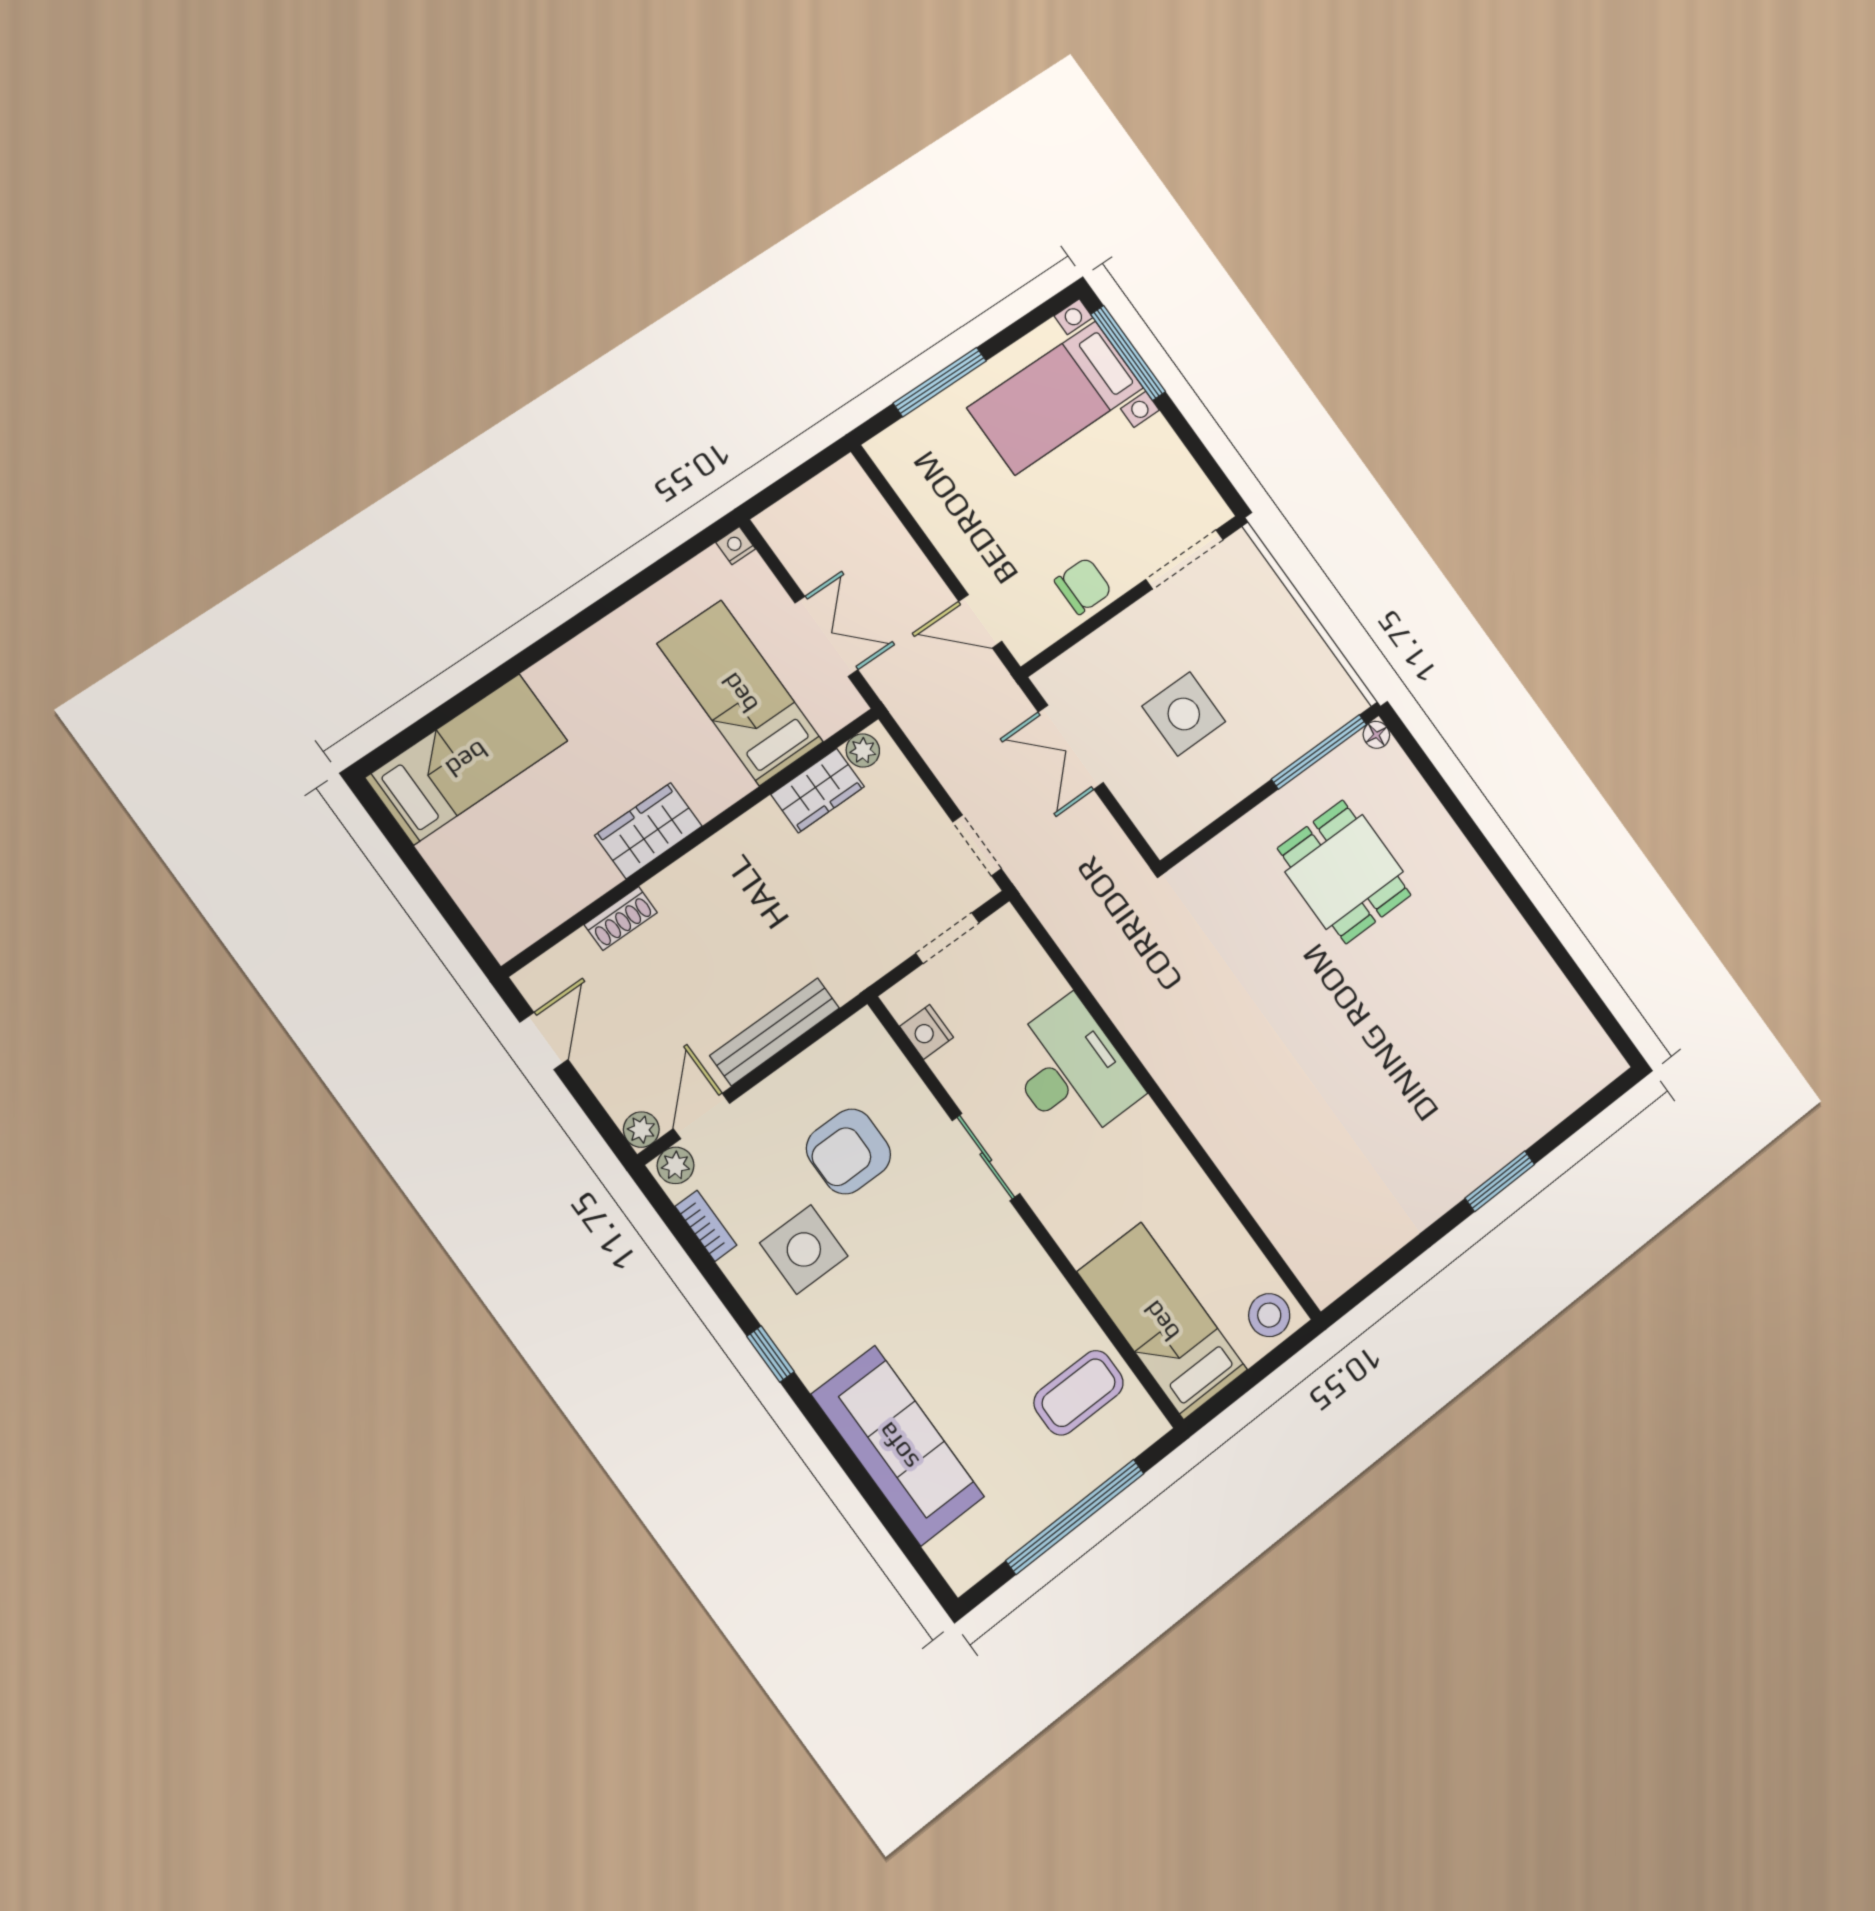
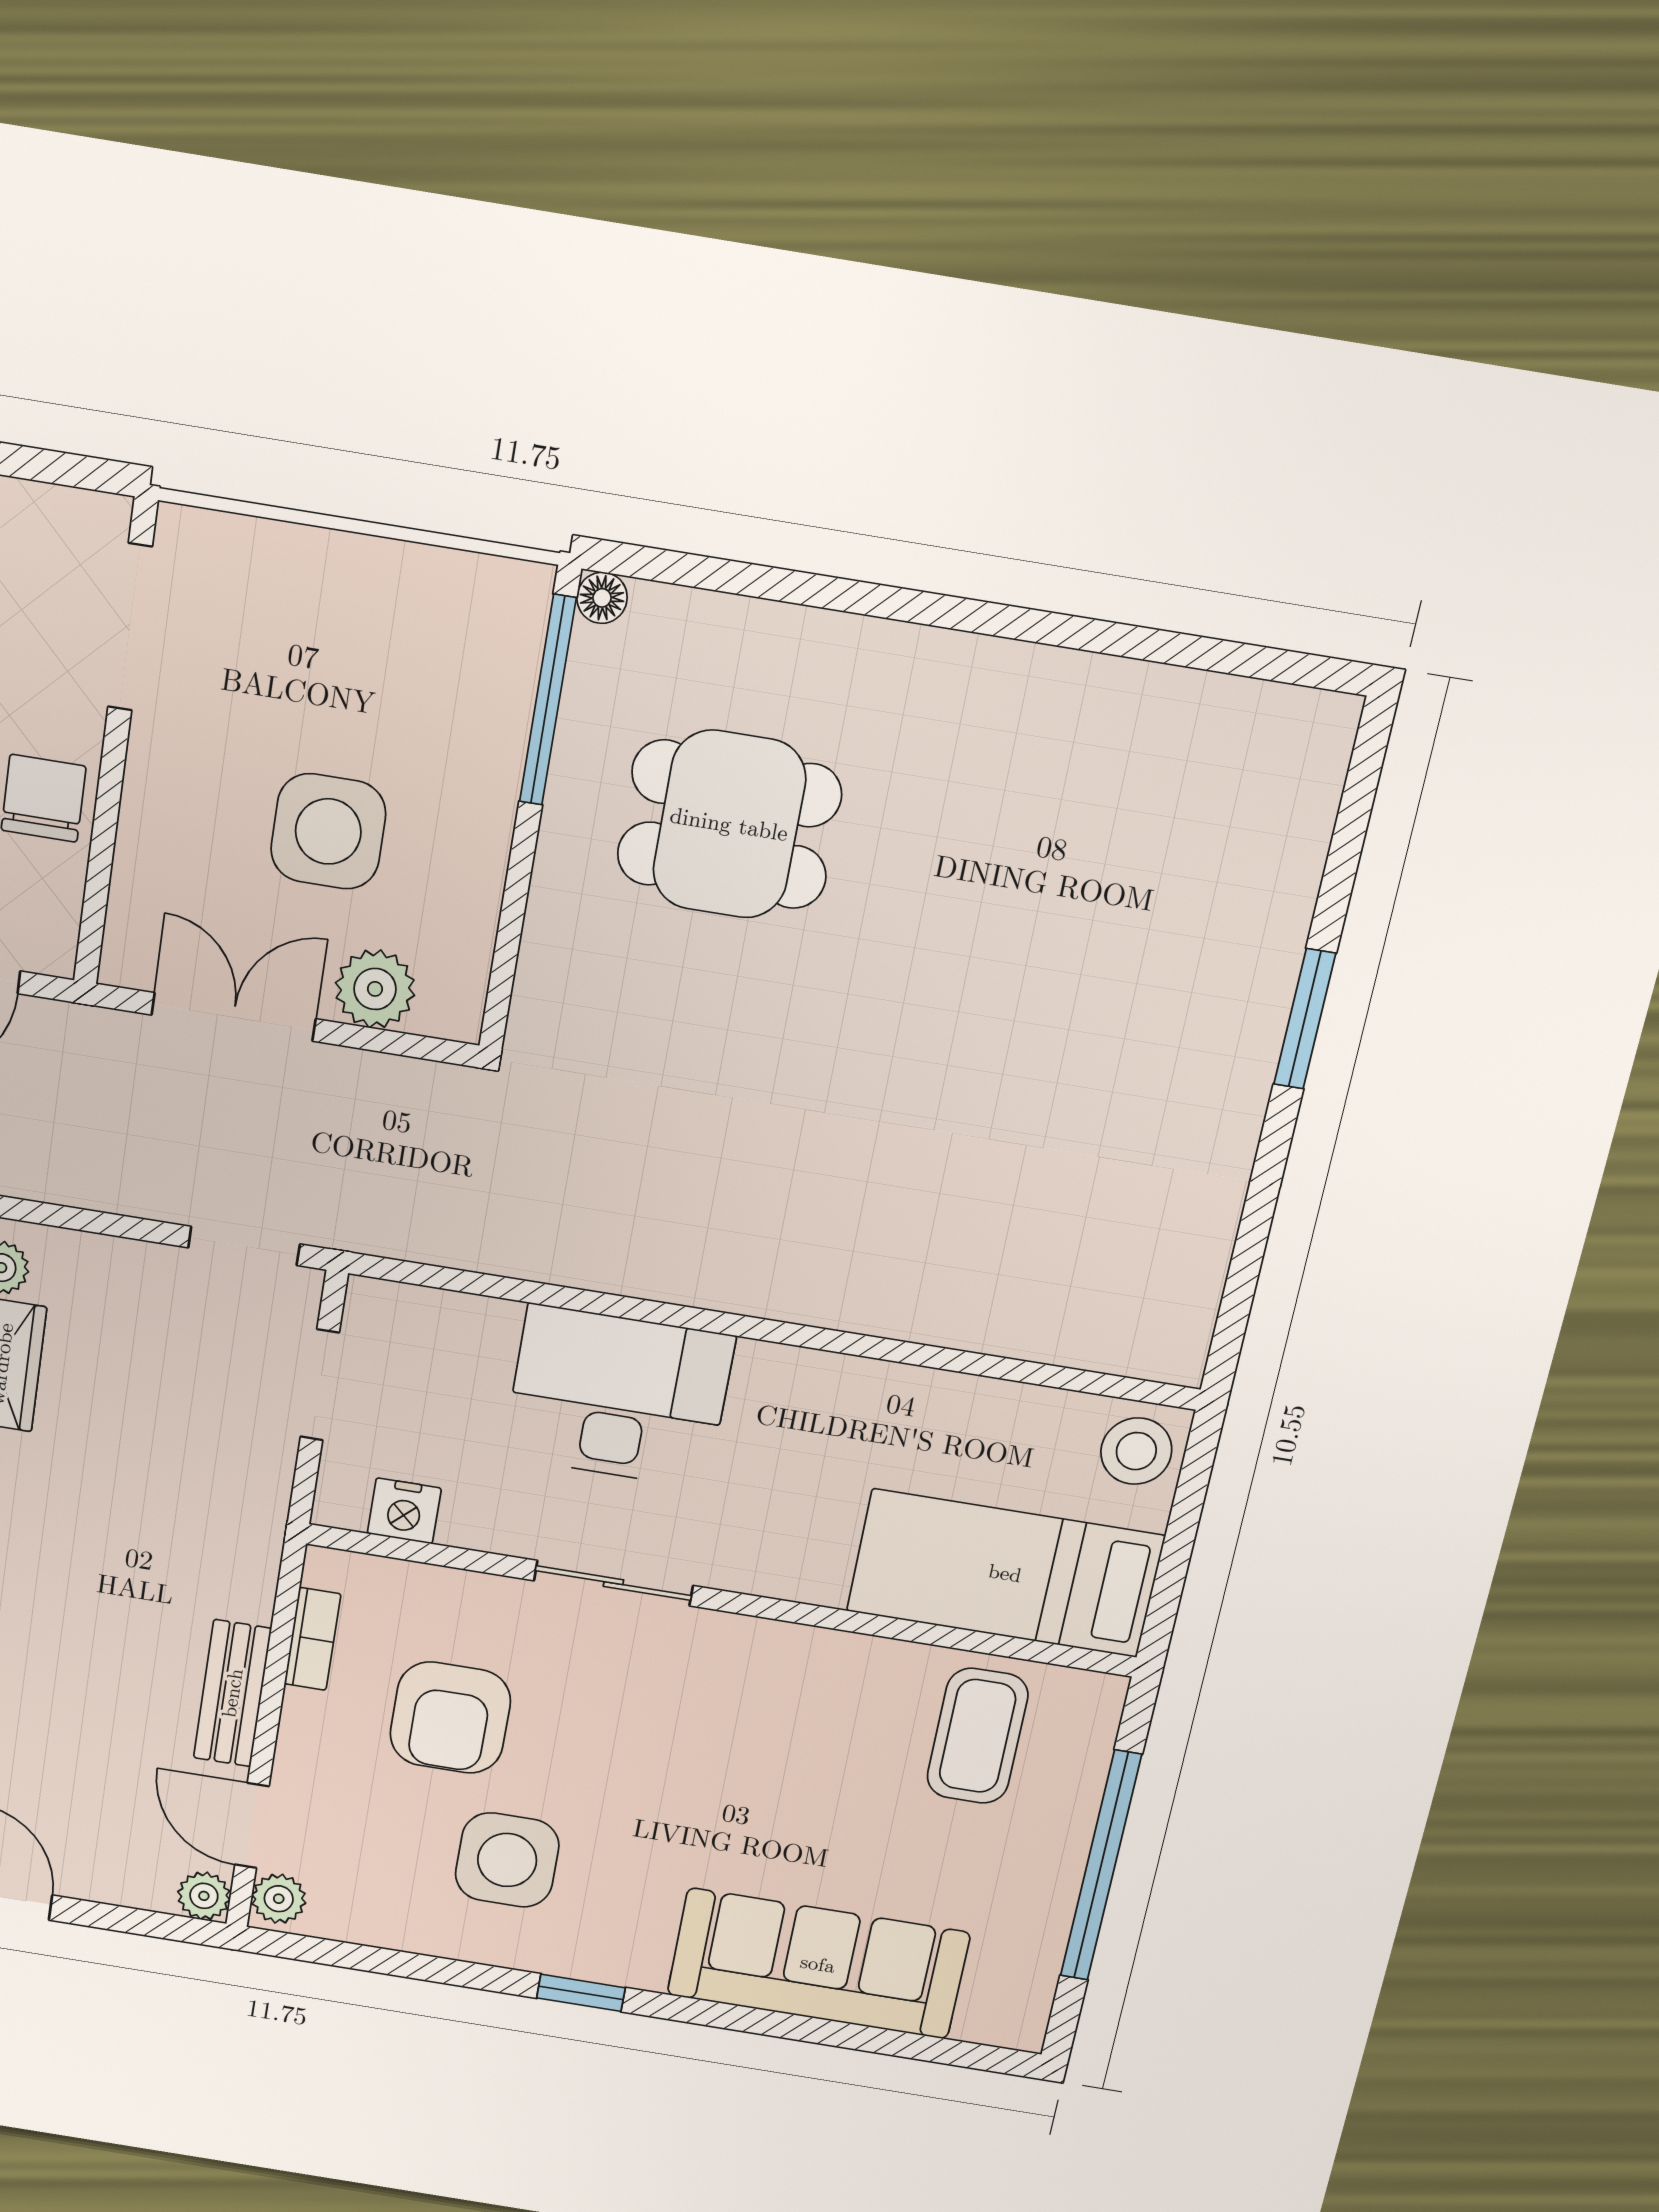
double door: (1071, 747) -> (234, 1017), swing flipped
plant: (1140, 794) -> (375, 989), added
bench: (775, 1032) -> (232, 1693), width x0.73
bookcase: (706, 1226) -> (313, 1639), moved, turned 90

